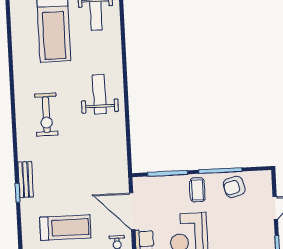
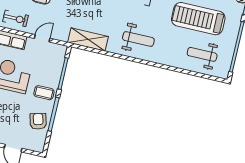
shelving: (118, 155) -> (88, 39), added
door: (132, 211) -> (42, 38), width x0.53

